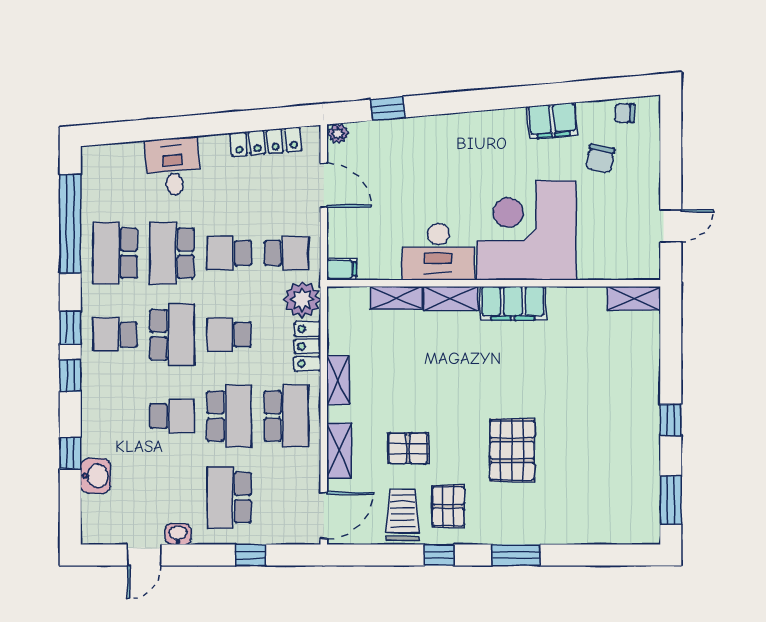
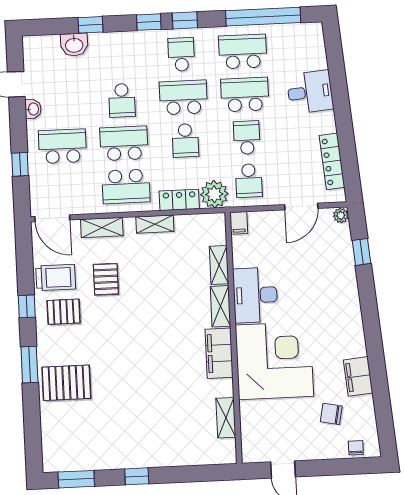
chair: (625, 113) -> (356, 448), moved
shelving: (634, 298) -> (226, 418), moved
school desk: (172, 335) -> (183, 97), turned 180
school desk: (229, 335) -> (185, 140), turned 180
school desk: (229, 416) -> (124, 143), turned 180
pallet: (512, 450) -> (66, 383), moved

